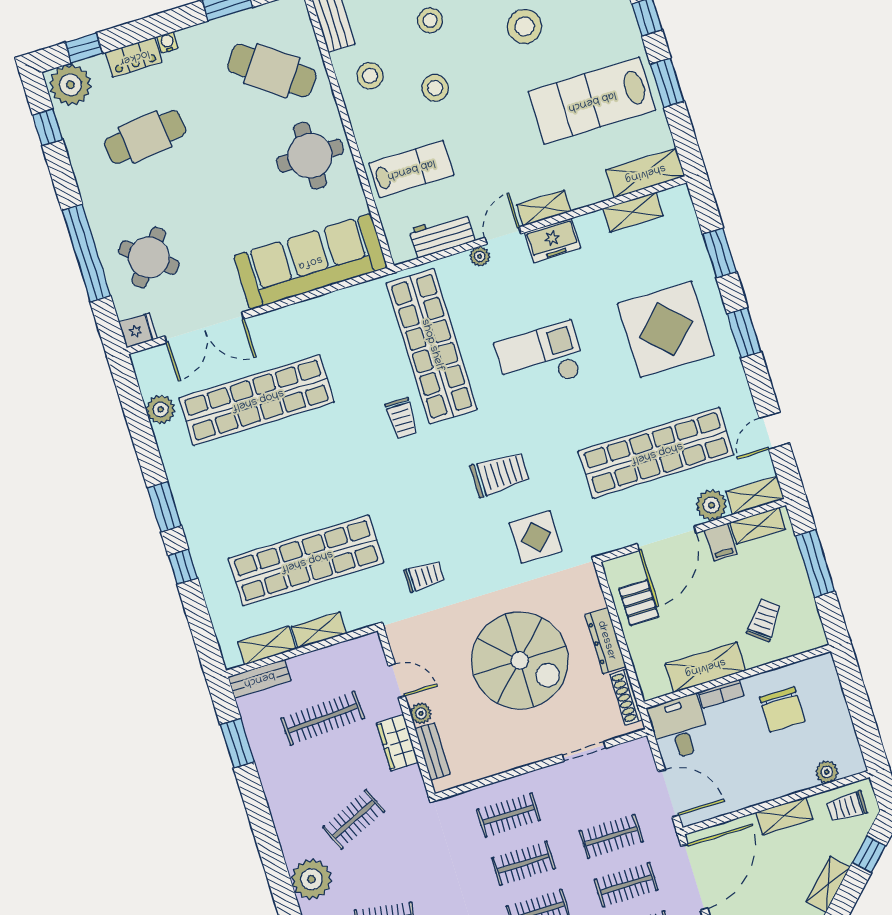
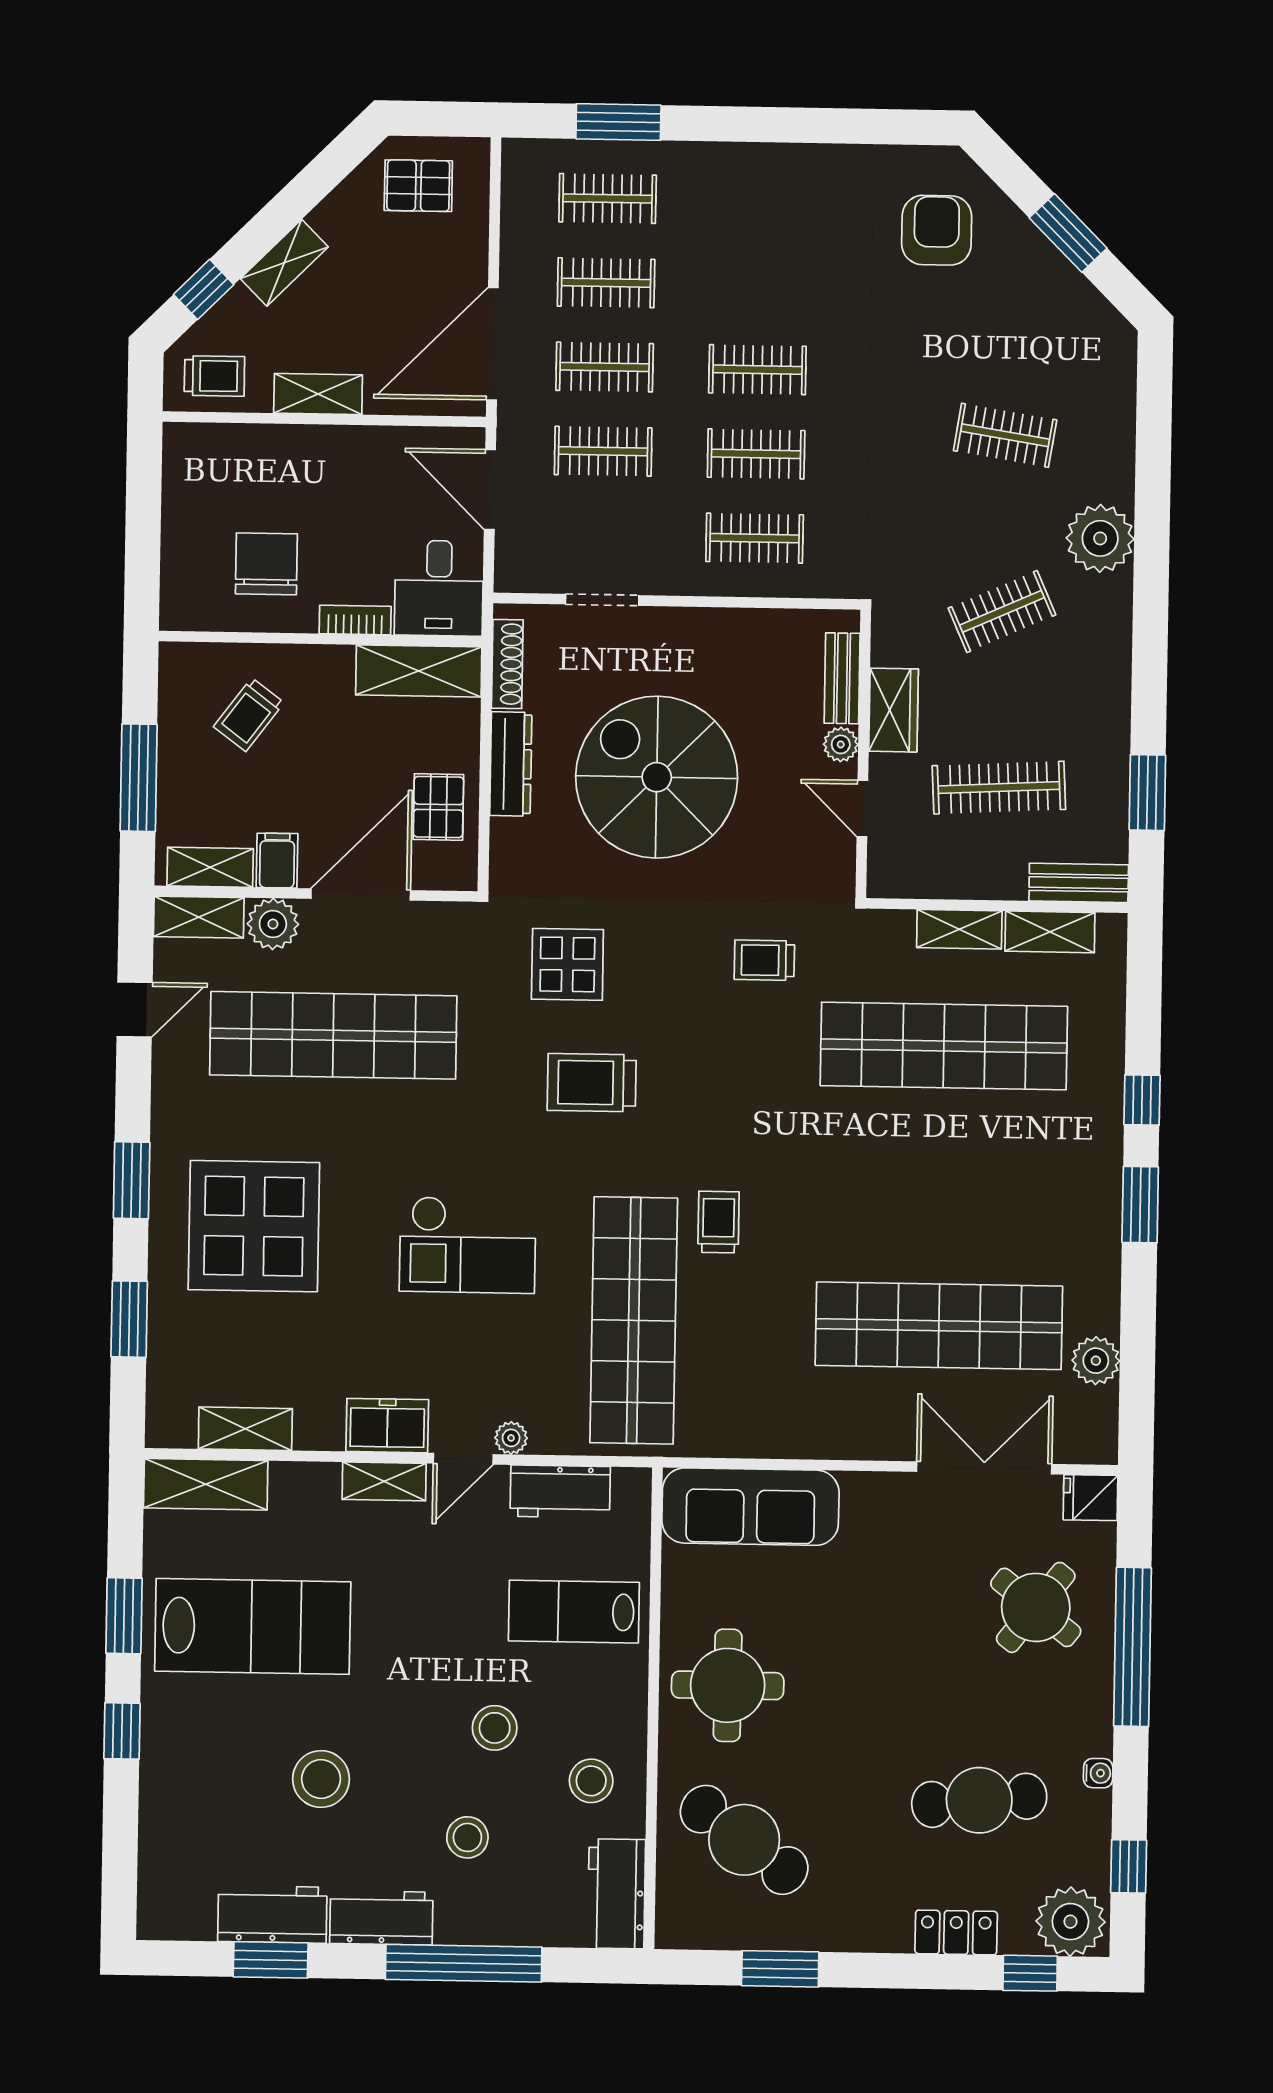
water cooler: (167, 42) -> (1098, 1773), moved, turned -90
sofa: (310, 262) -> (750, 1507), width x0.74, depth x0.79
shelving: (705, 667) -> (419, 671), moved
plant: (827, 772) -> (228, 441), removed

